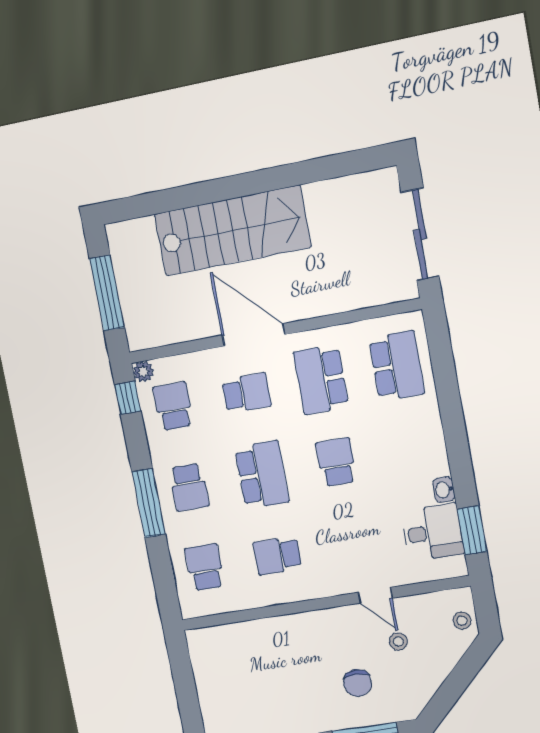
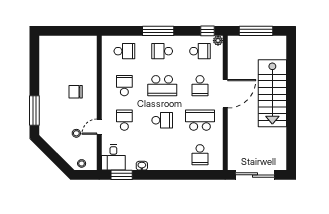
school desk: (397, 366) -> (200, 155), width x0.54
desk: (433, 532) -> (113, 157), moved
school desk: (351, 544) -> (124, 120), added
chair: (358, 683) -> (76, 92), moved

